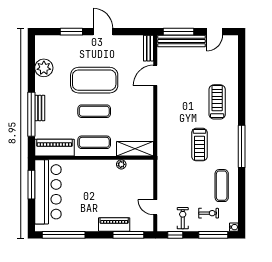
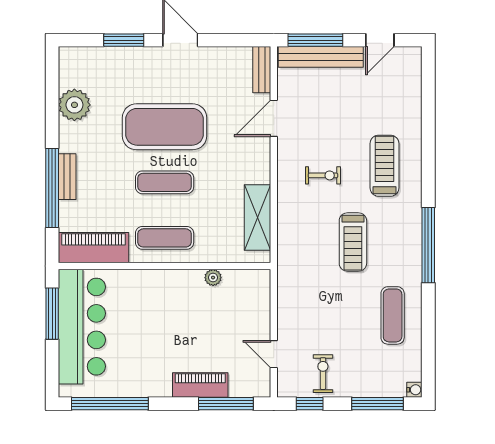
shelving: (135, 149) -> (257, 217), moved, turned 90
exercise bike: (209, 213) -> (323, 175), moved

